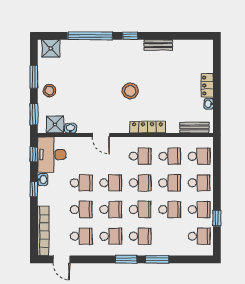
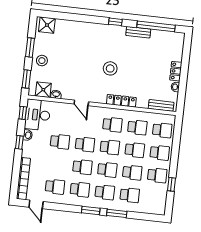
window: (90, 36) -> (156, 26), moved
school desk: (81, 209) -> (57, 164), removed
school desk: (199, 236) -> (130, 195), moved

